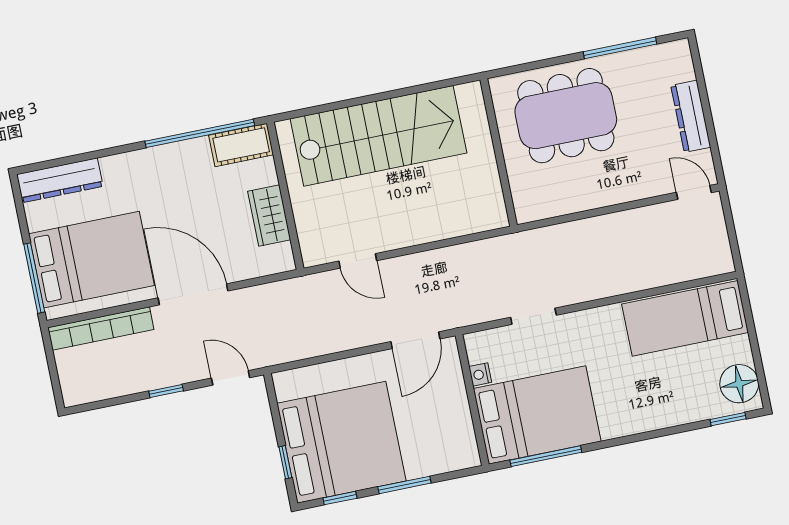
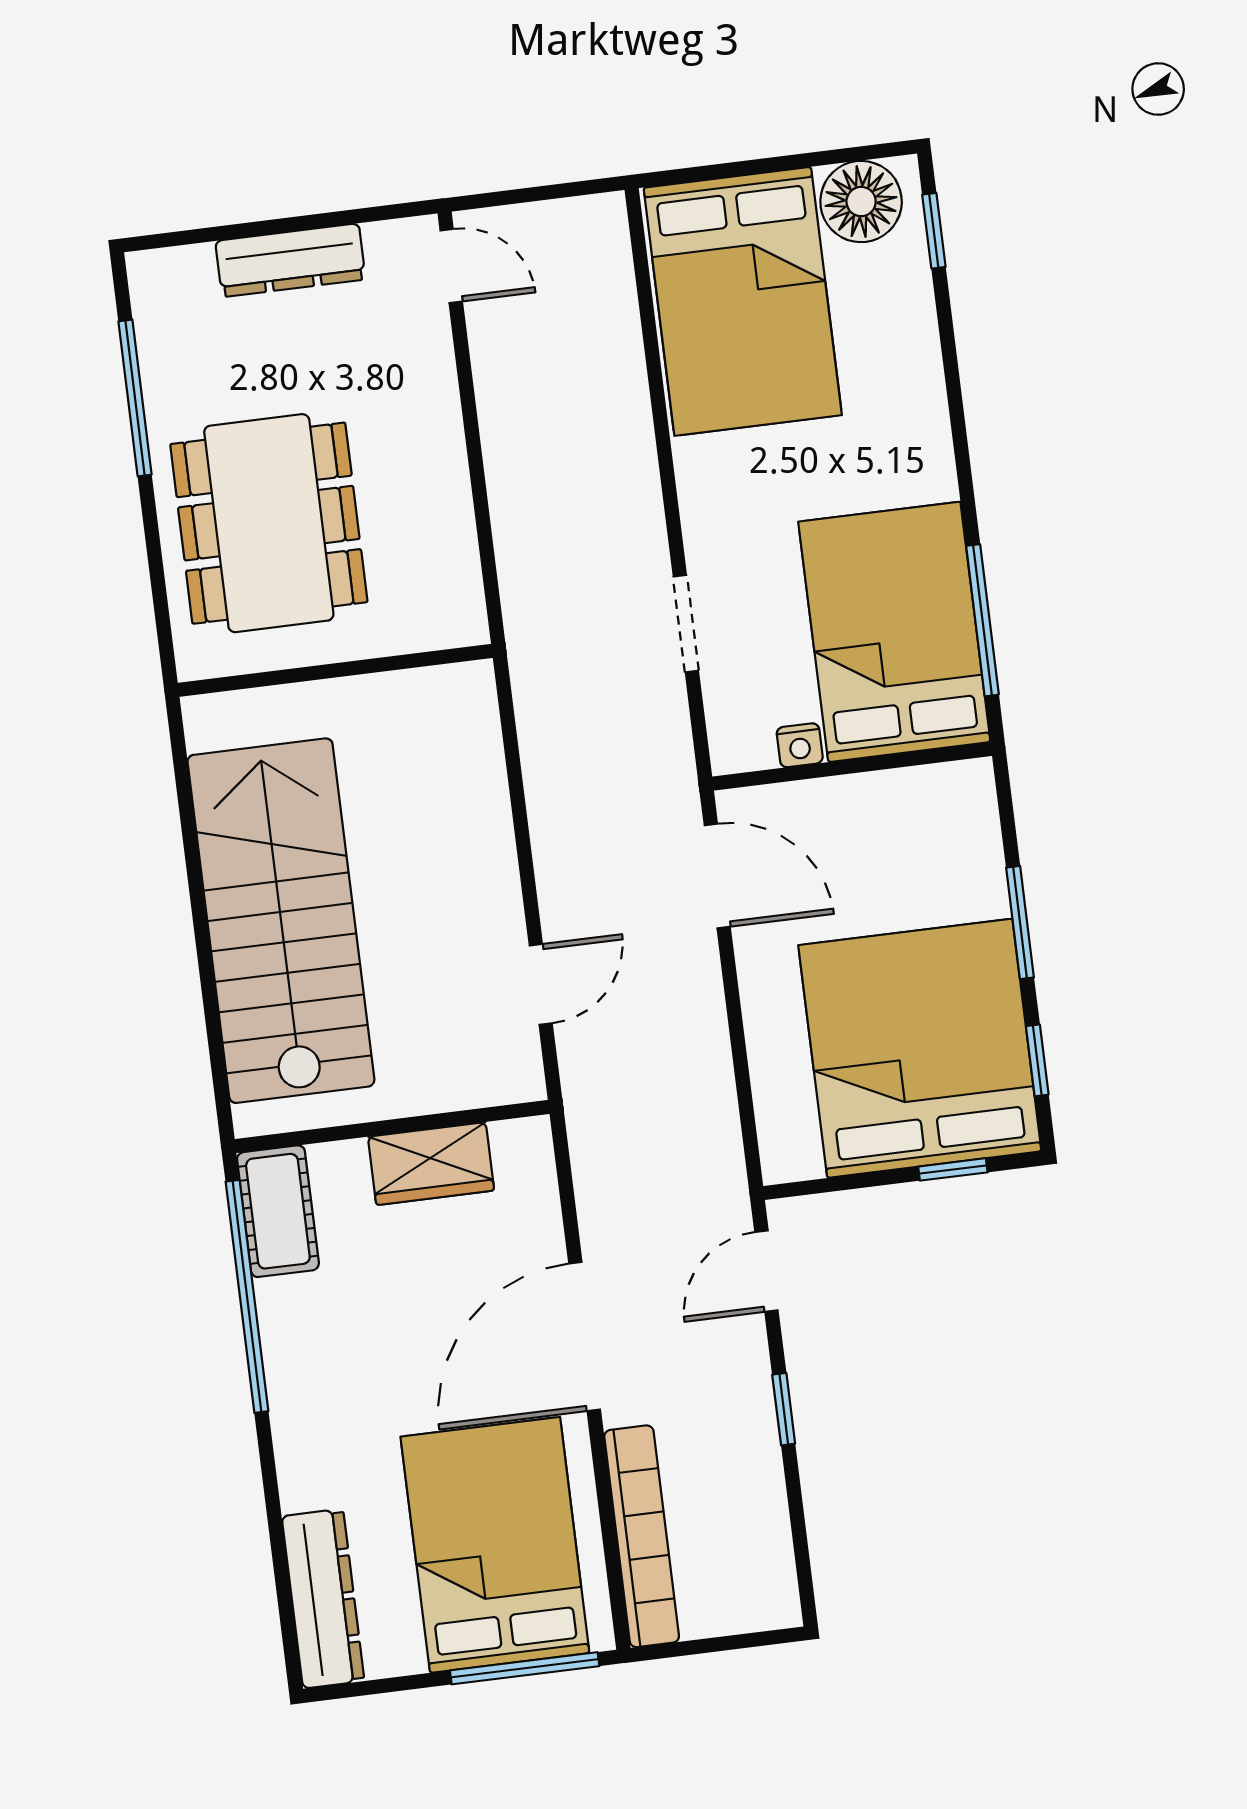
door: (694, 192) -> (451, 266), swing flipped
bed: (685, 318) -> (743, 301), width x1.50

